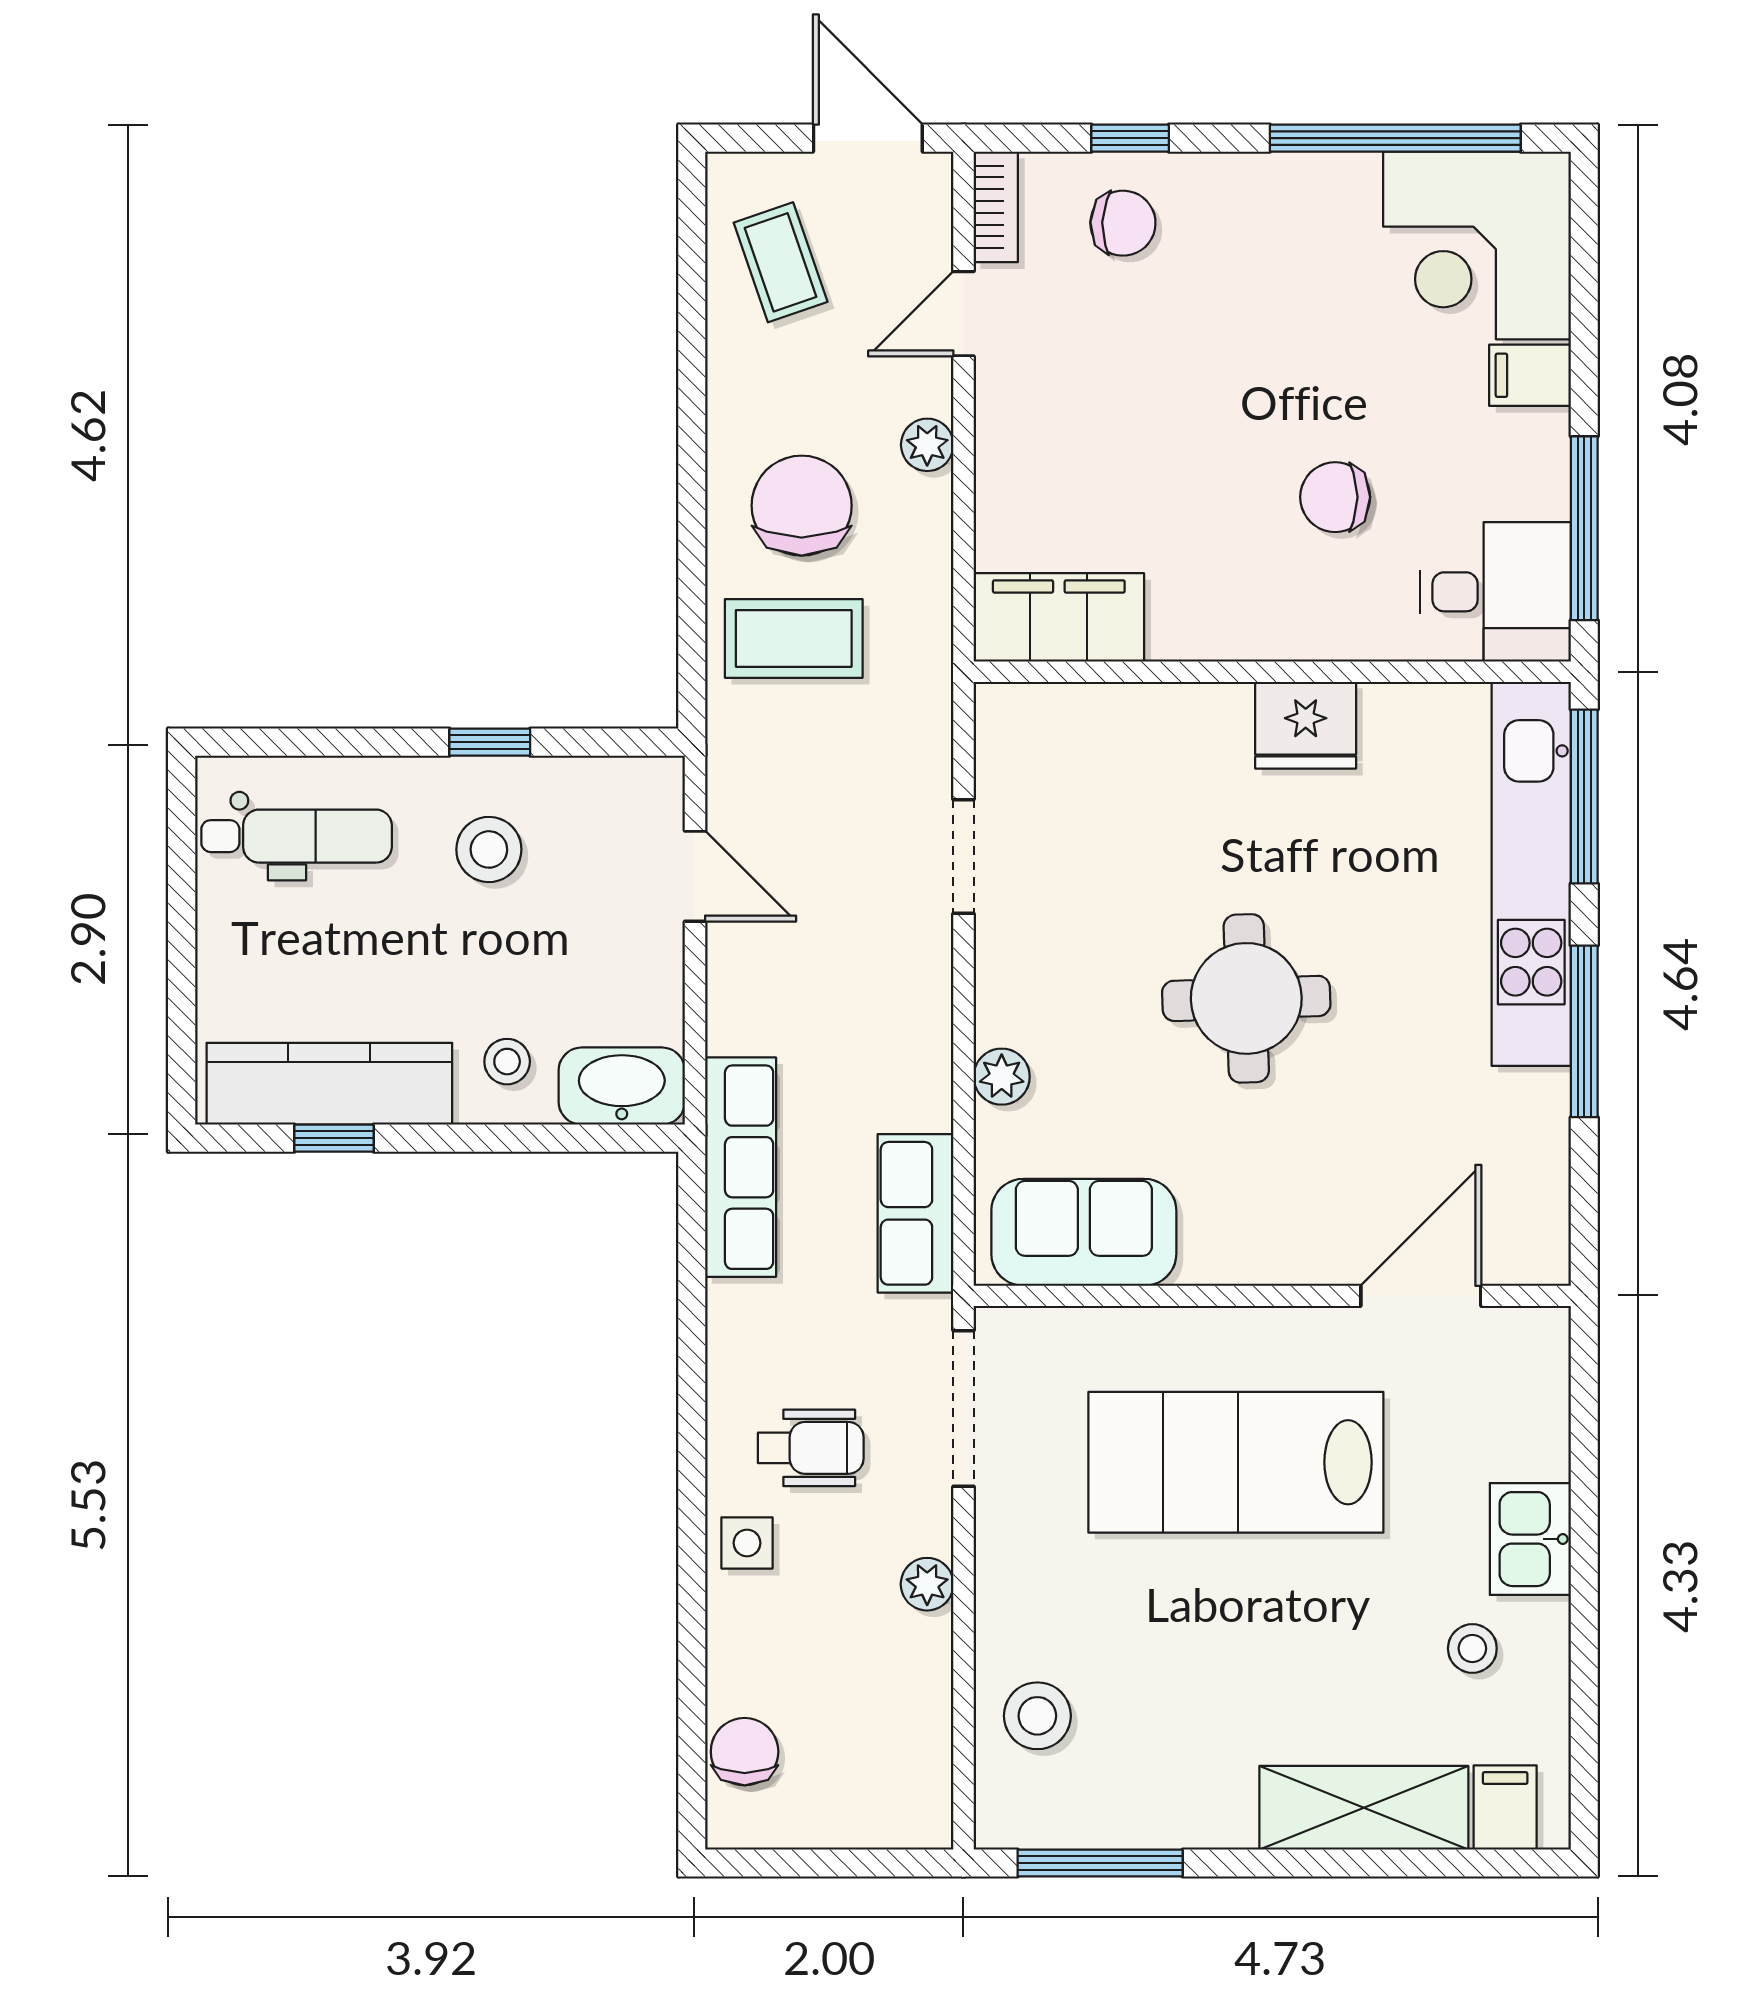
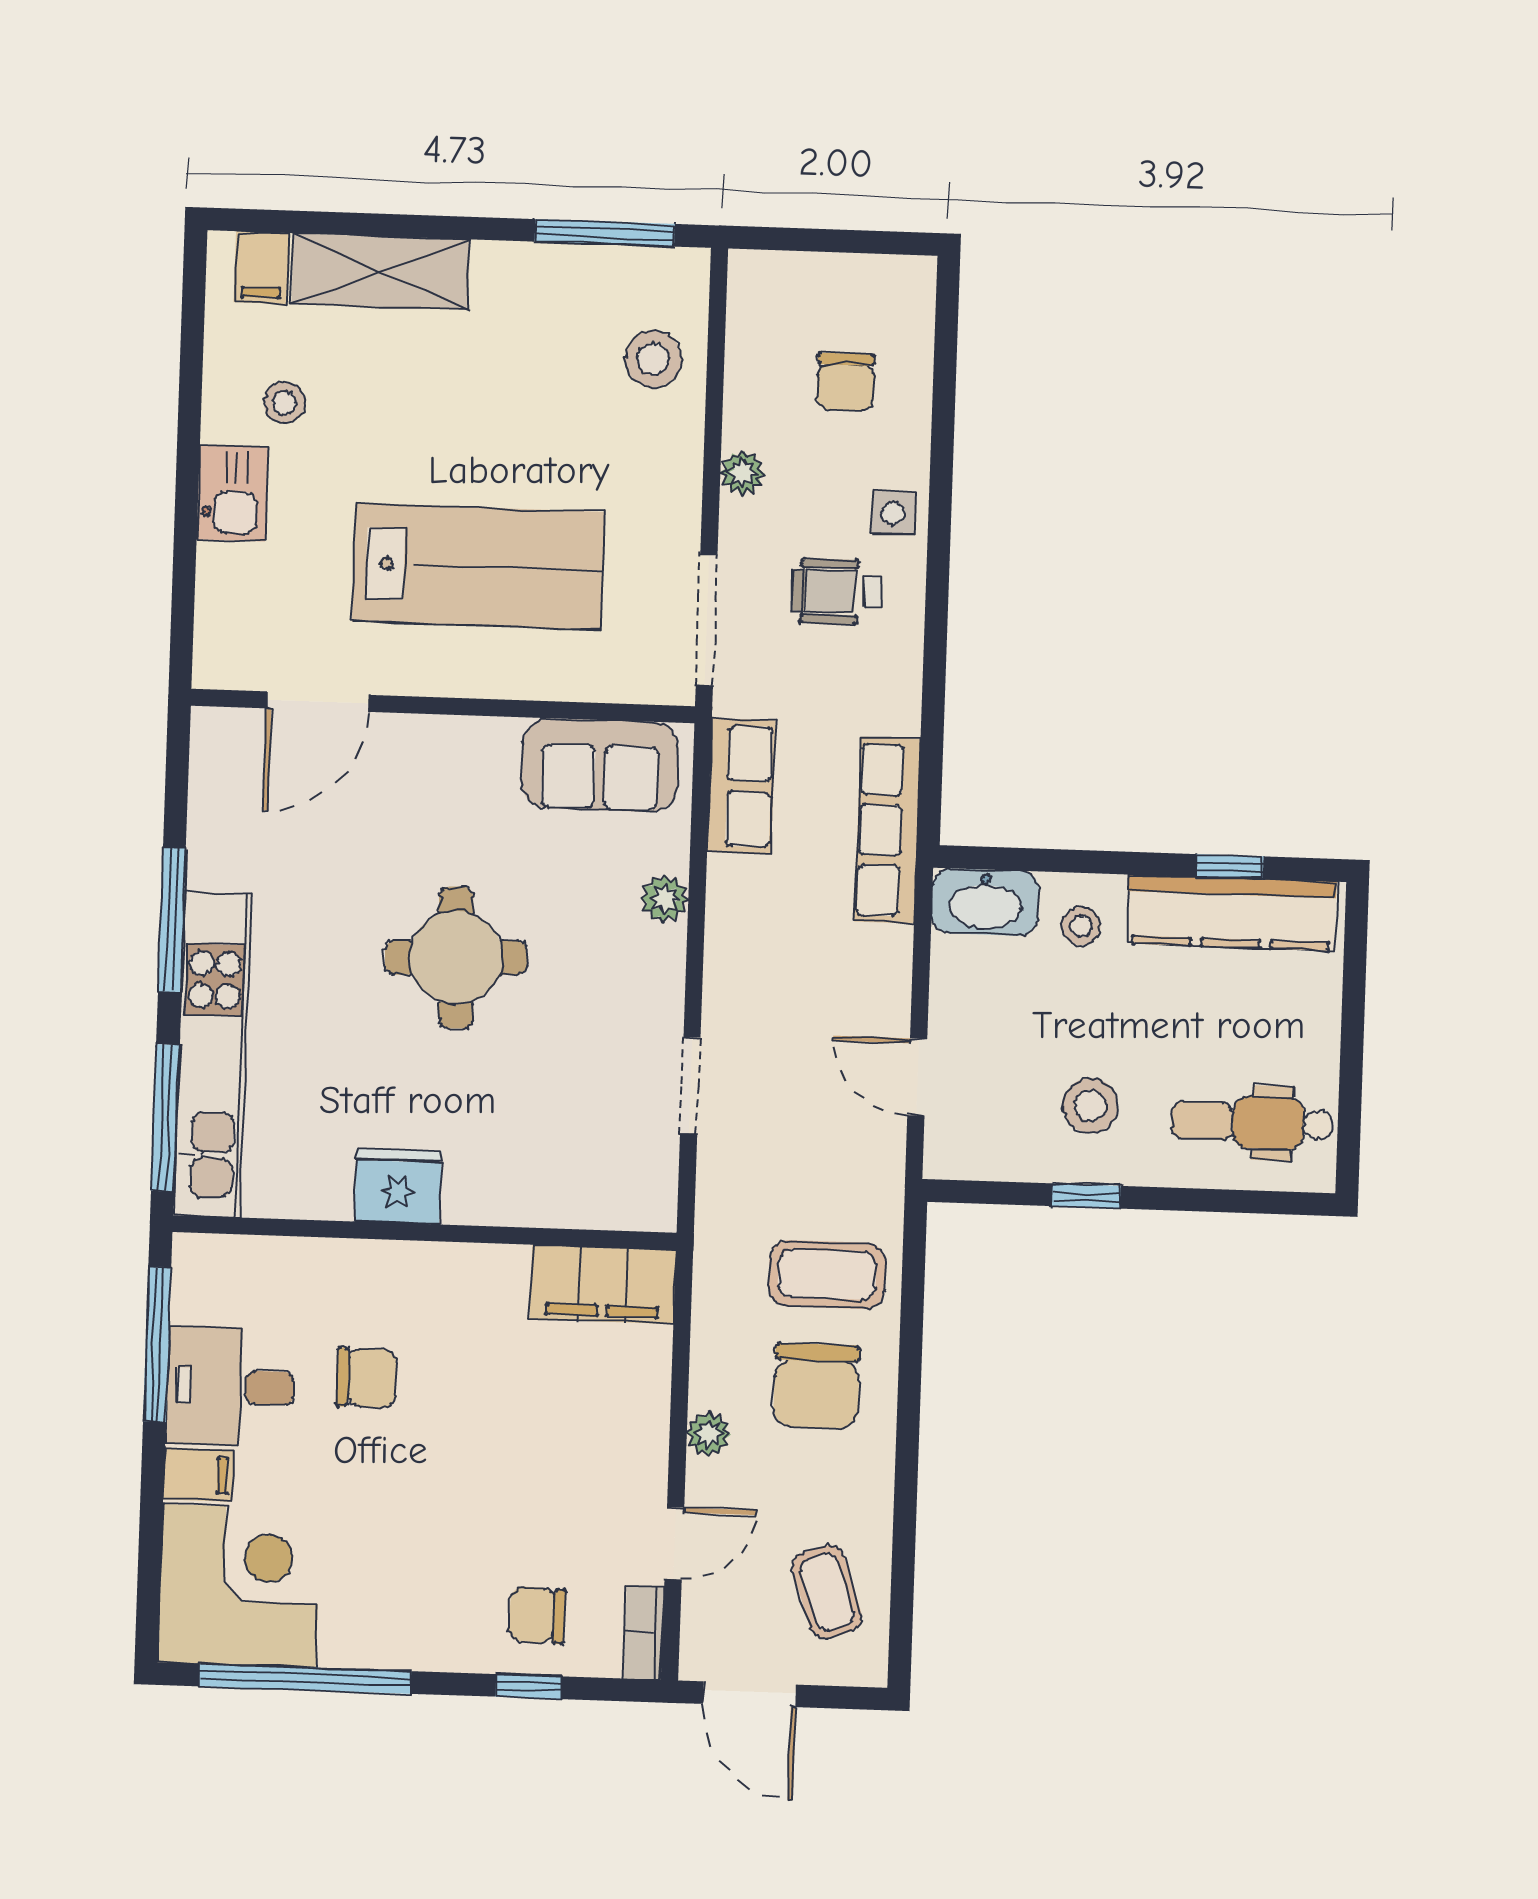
desk: (1496, 592) -> (230, 1387), moved
chair: (745, 1752) -> (846, 382), moved

